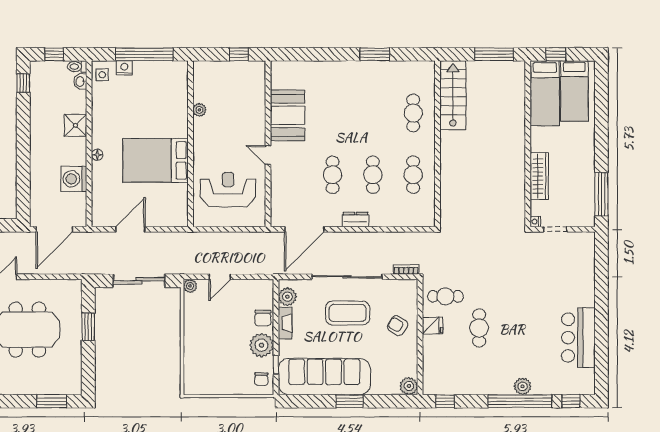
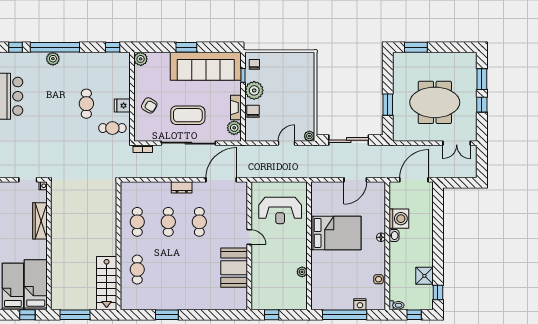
side table: (102, 75) -> (379, 279), moved
washbasin: (80, 82) -> (394, 235), moved
shower: (75, 125) -> (424, 276), moved

